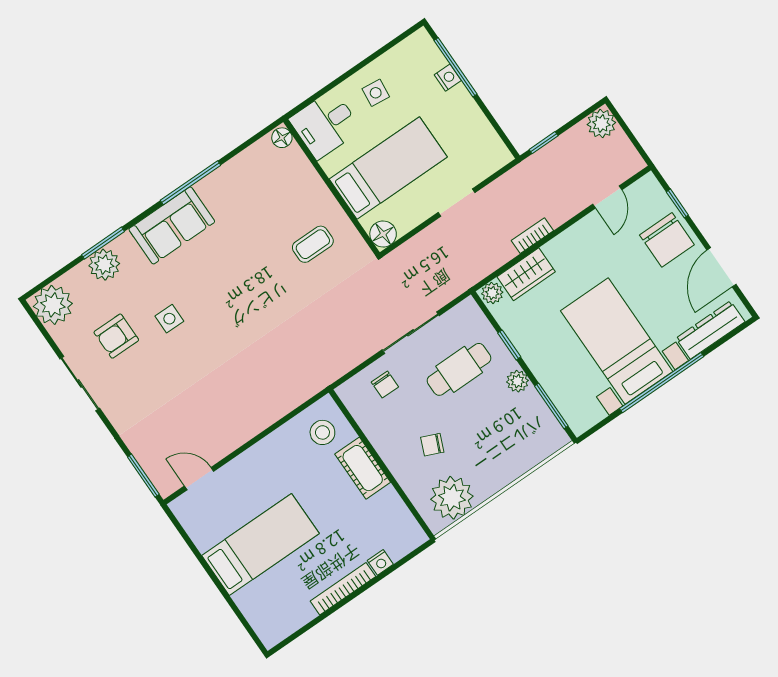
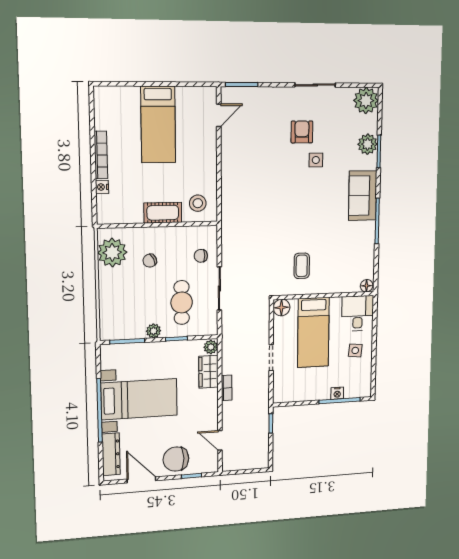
plant: (601, 124) -> (260, 460), removed
armchair: (116, 336) -> (302, 132), moved
chair: (432, 445) -> (150, 261), turned -140

